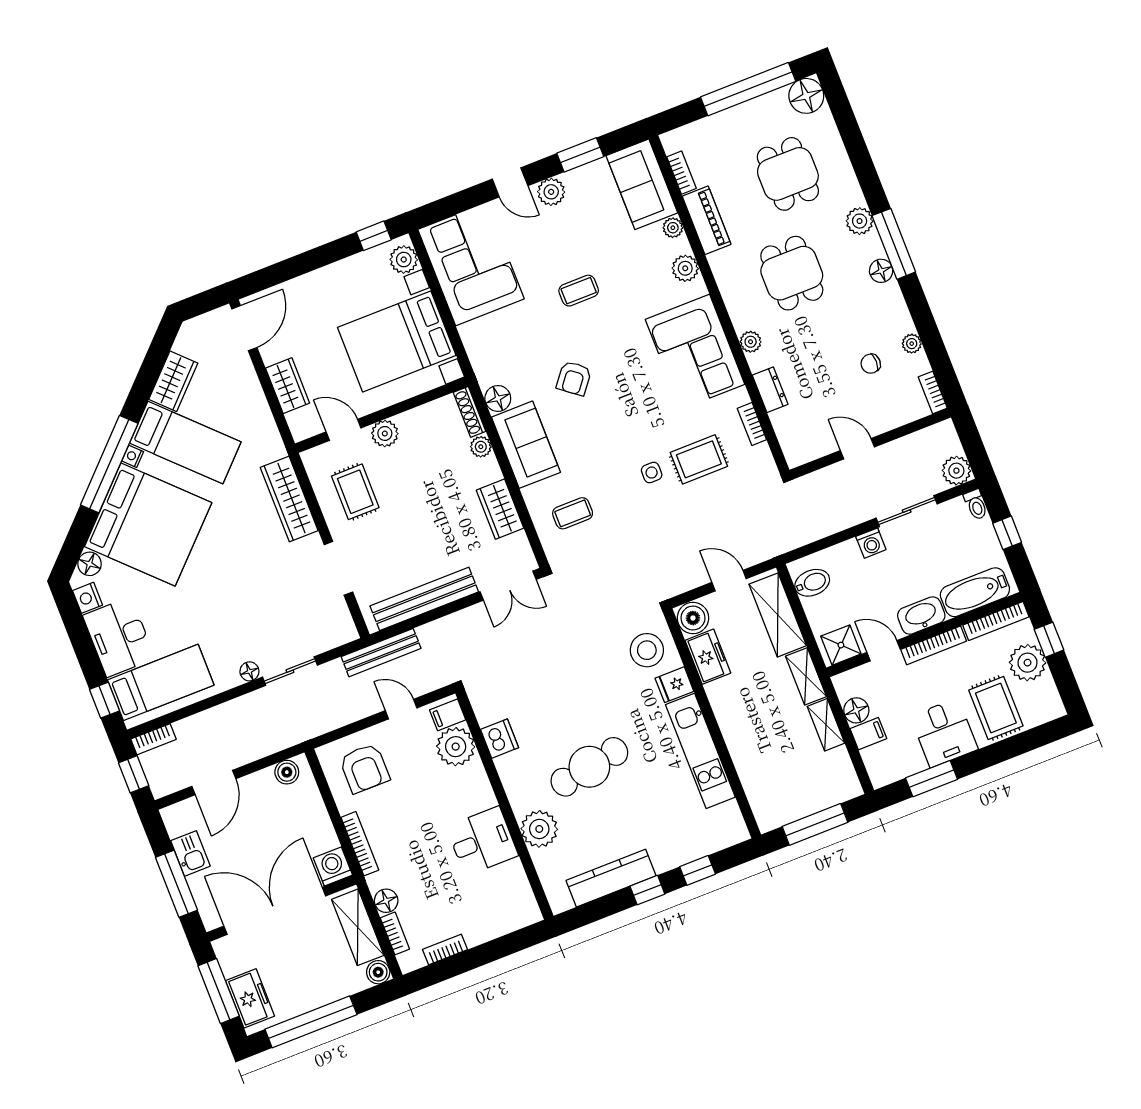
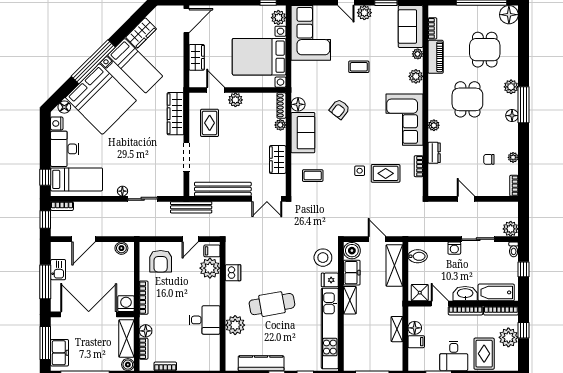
shelving: (806, 676) -> (350, 300), moved
door: (401, 709) -> (190, 239), swing flipped
kitchen unit: (700, 751) -> (330, 328), width x1.36

